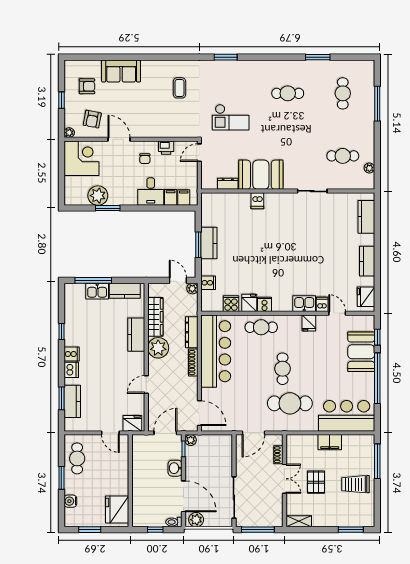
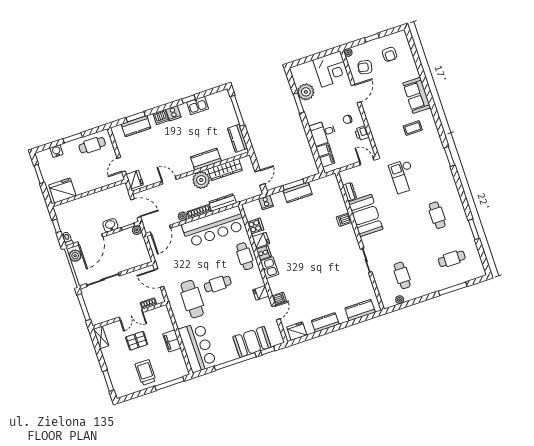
sofa: (121, 71) -> (417, 95), moved
plant: (192, 289) -> (183, 216), moved
kitchen sink: (97, 291) -> (198, 106), moved, turned -90
kitchen sink: (304, 304) -> (269, 268), moved

